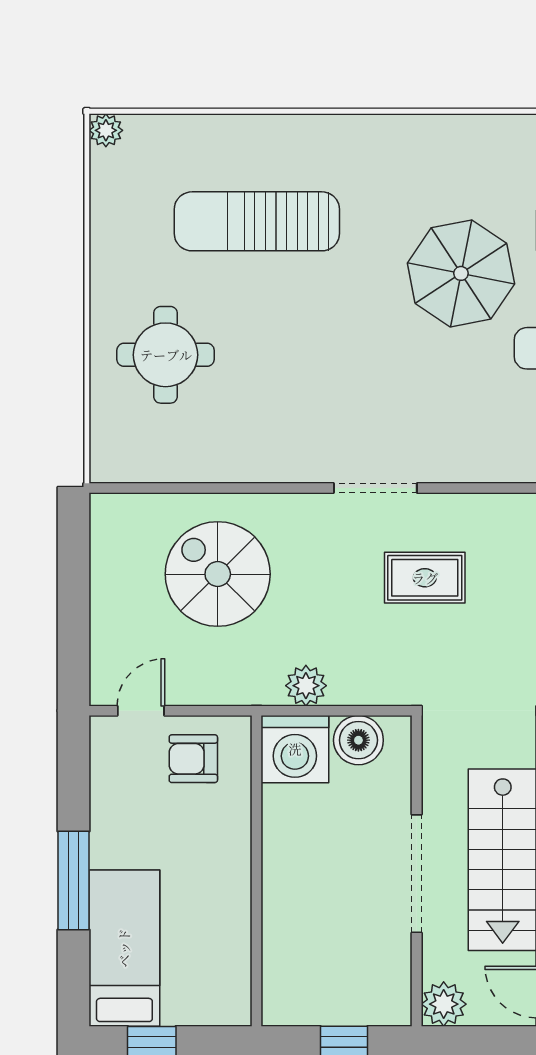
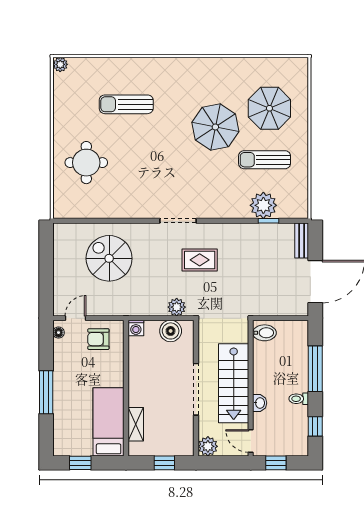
sun lounger: (257, 221) -> (126, 104), width x0.73, depth x0.75
plant: (306, 686) -> (177, 307), moved
floor lamp: (102, 744) -> (59, 333), added
washing machine: (295, 749) -> (136, 328), width x0.53, depth x0.53
bed: (124, 948) -> (109, 422), moved
shelving: (279, 954) -> (136, 424), added

